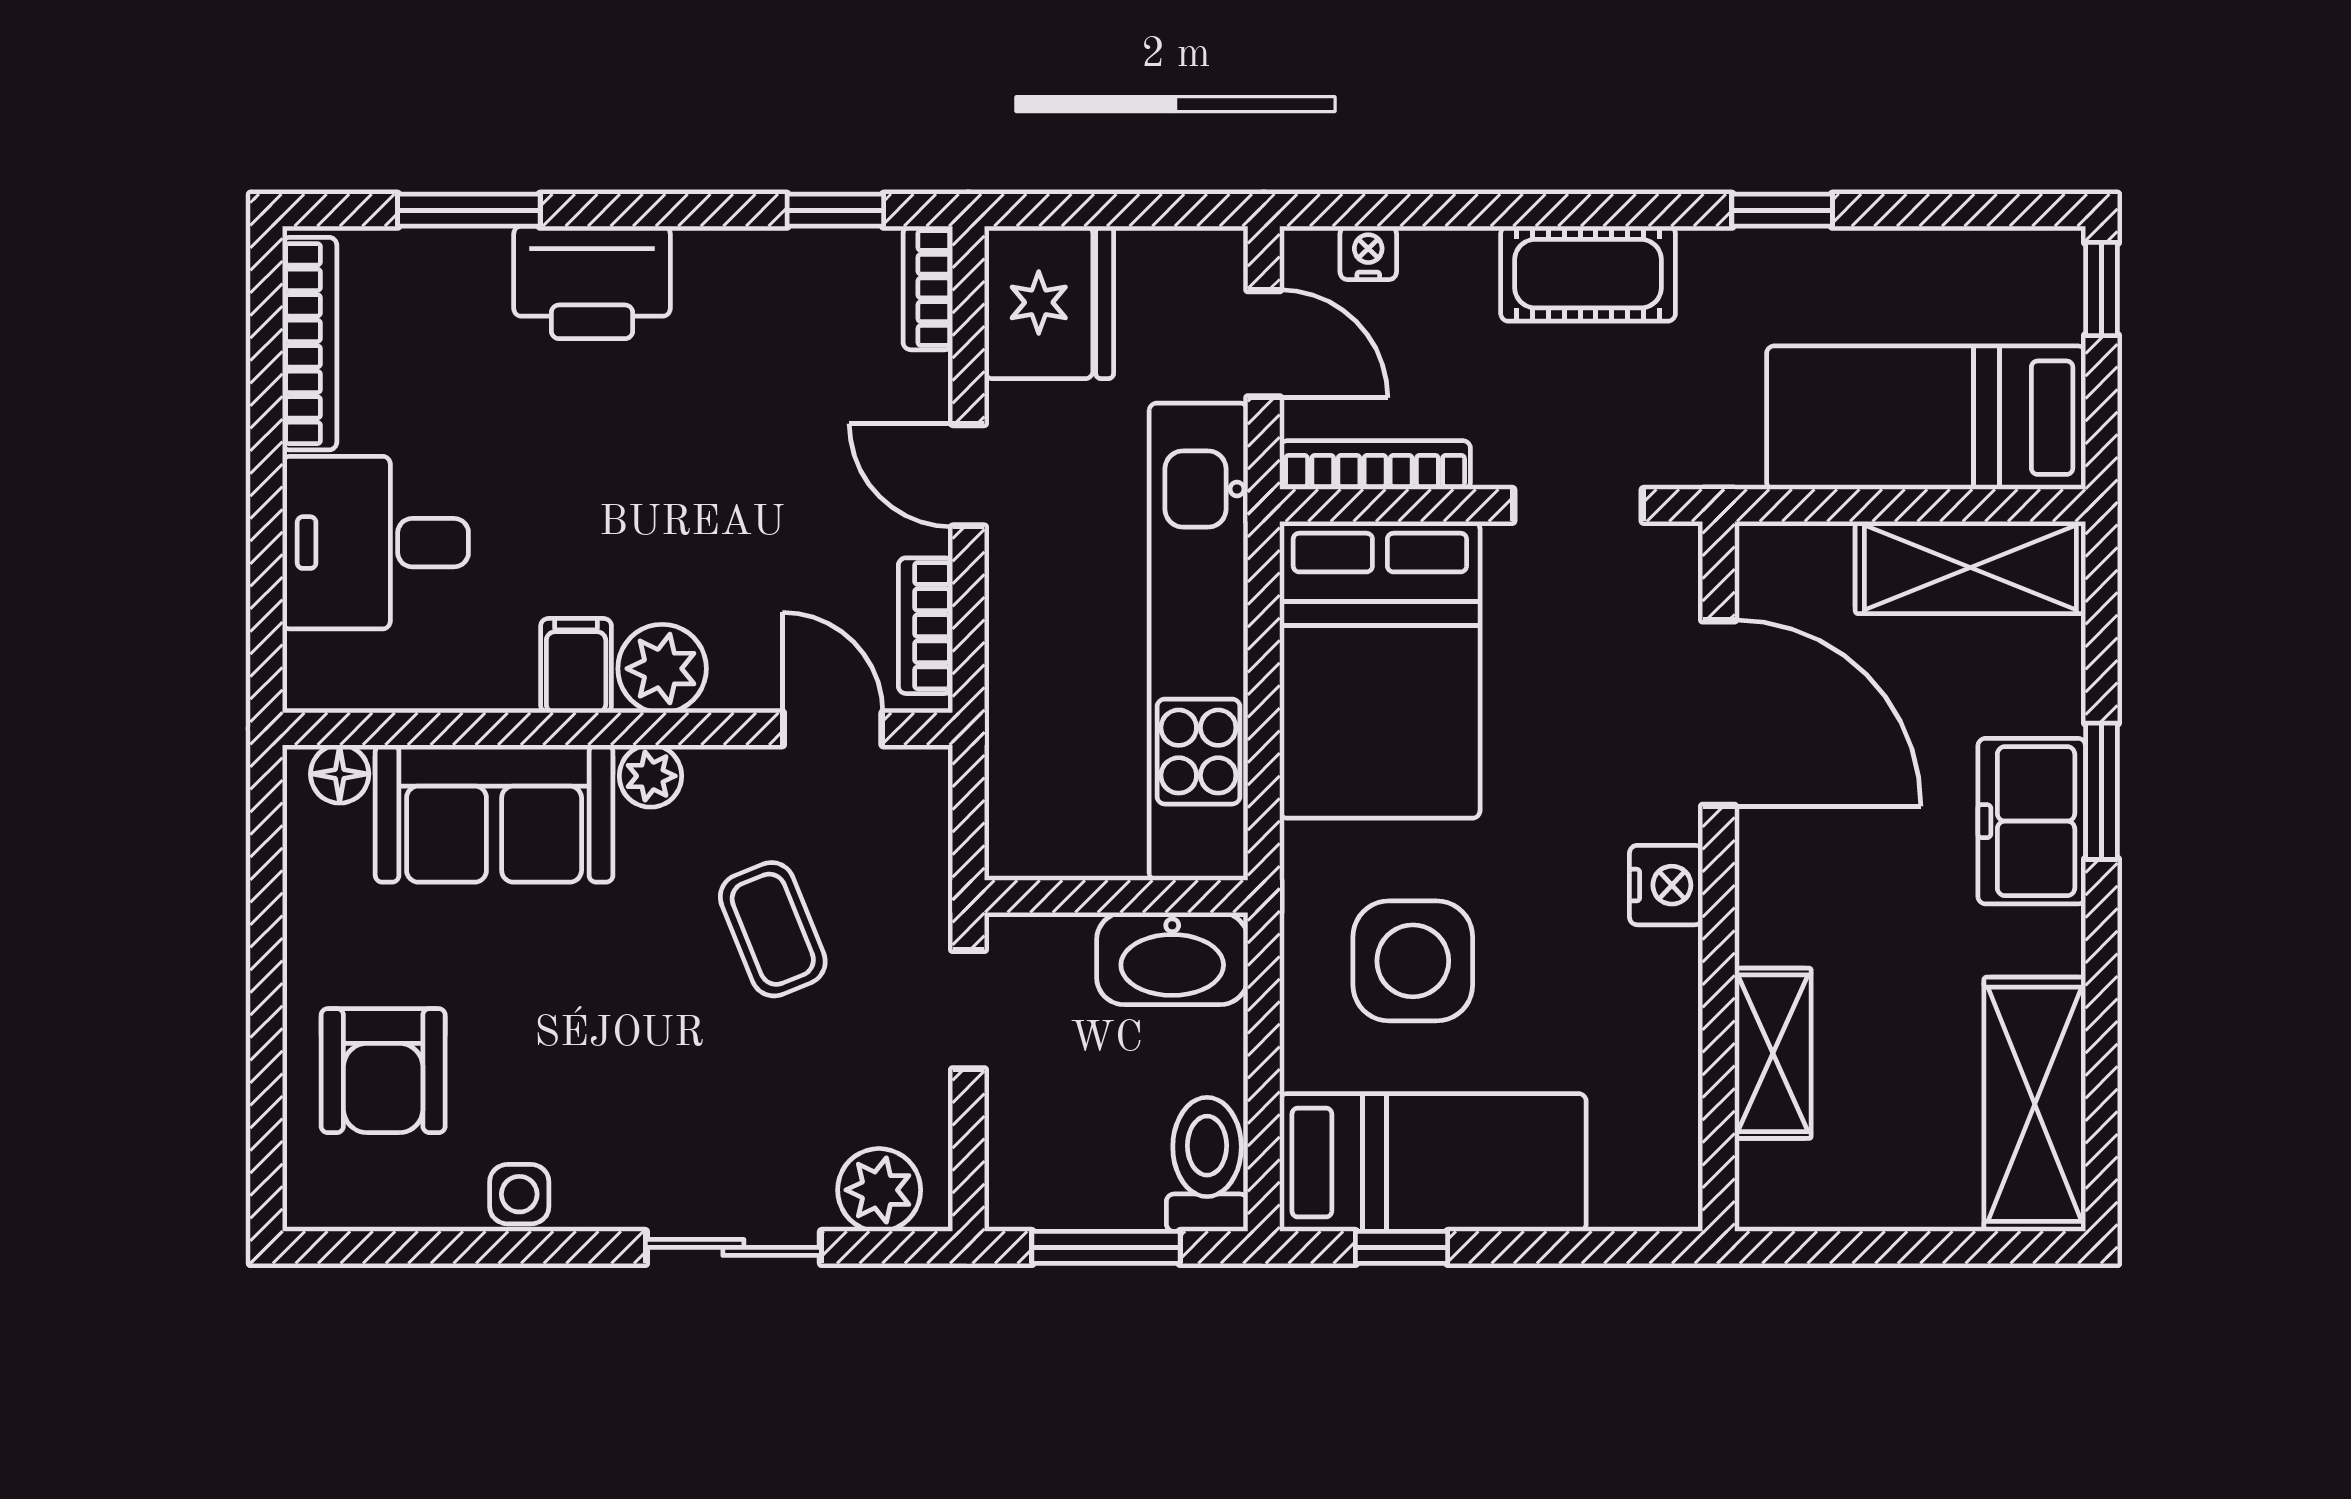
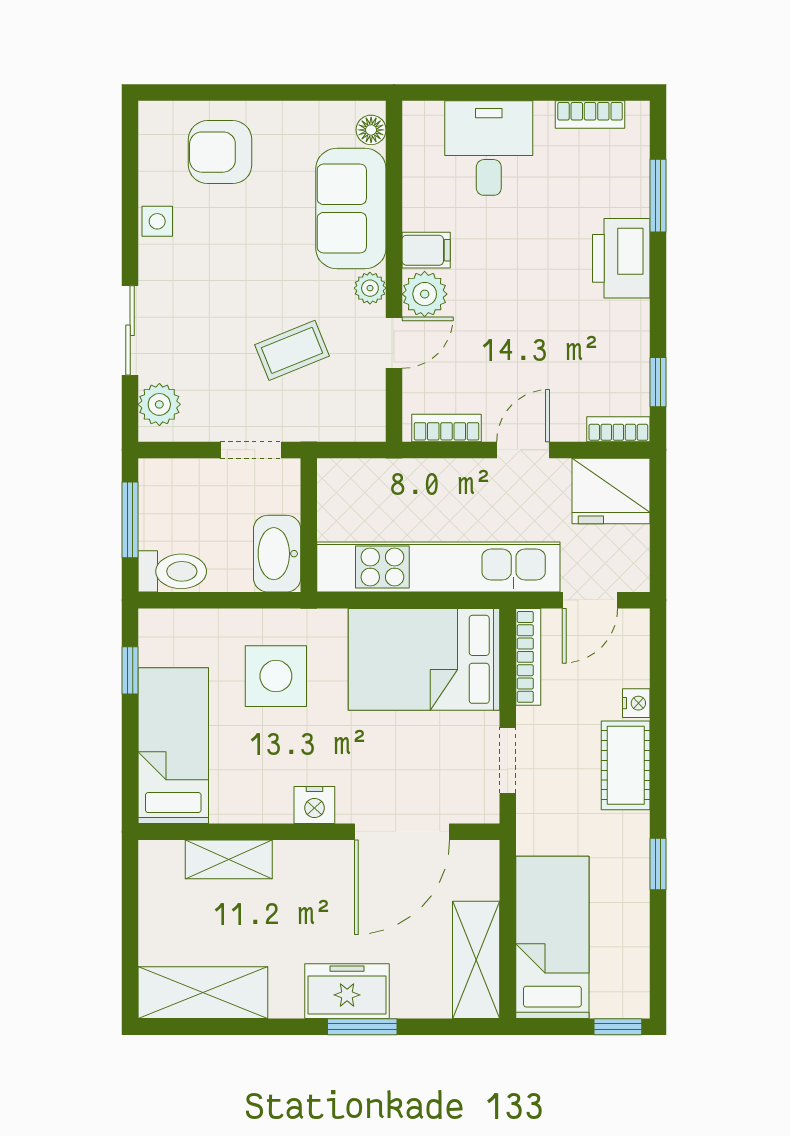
nightstand: (1368, 253) -> (636, 703), moved
bookcase: (310, 344) -> (590, 115), width x0.64
door: (833, 729) -> (394, 343), moved
bed: (1433, 1163) -> (173, 746), moved, turned 180

